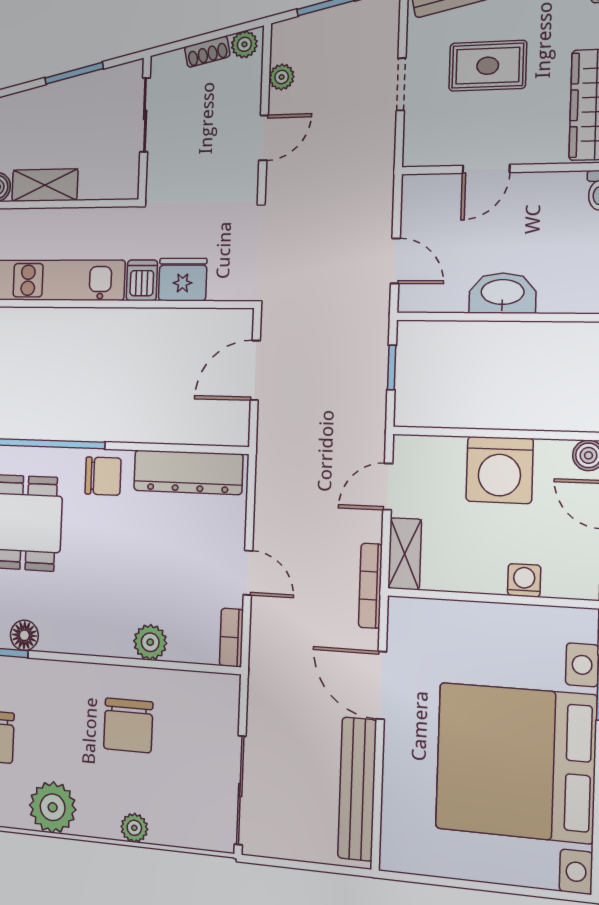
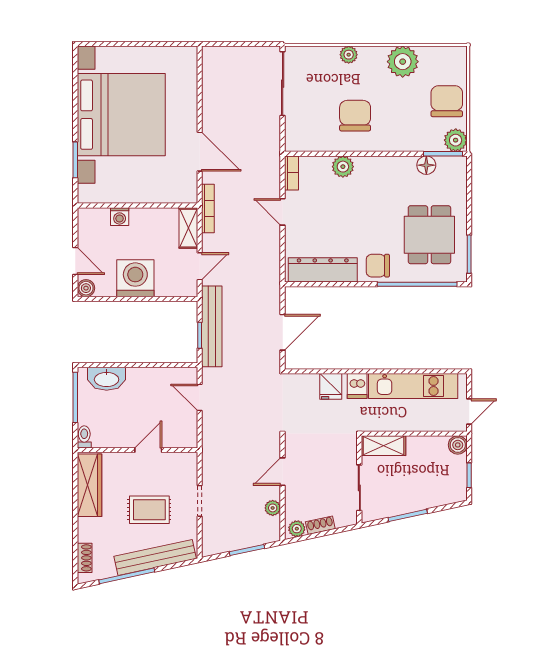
shelving: (45, 185) -> (383, 446), moved
fridge: (183, 280) -> (331, 386), width x0.72
washbasin: (503, 293) -> (107, 379), moved
bench: (357, 789) -> (212, 326), moved

